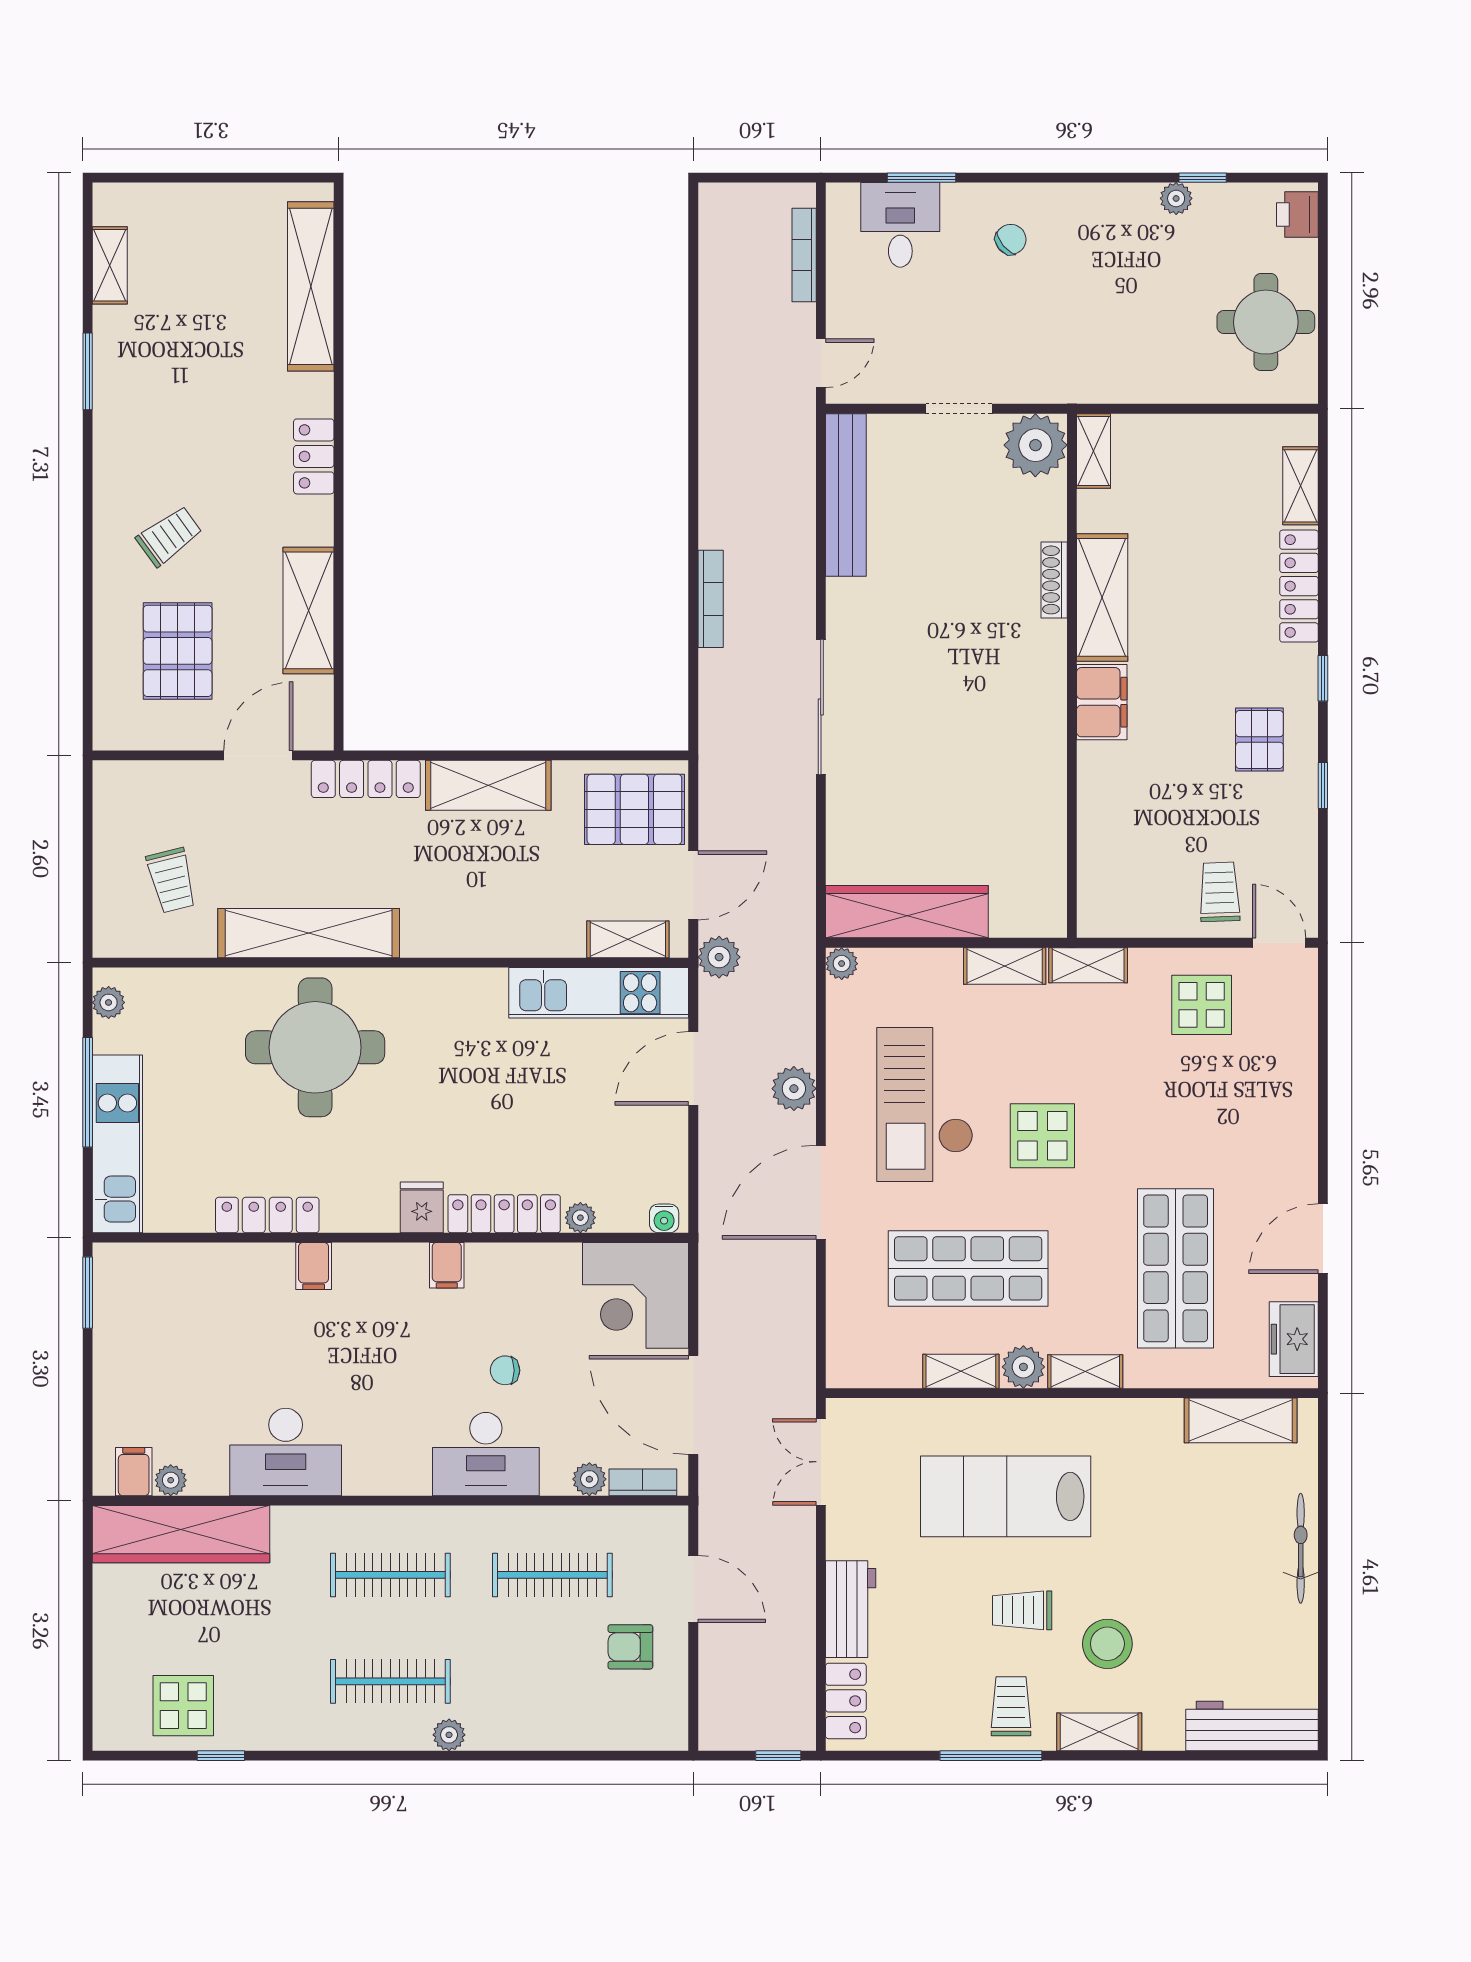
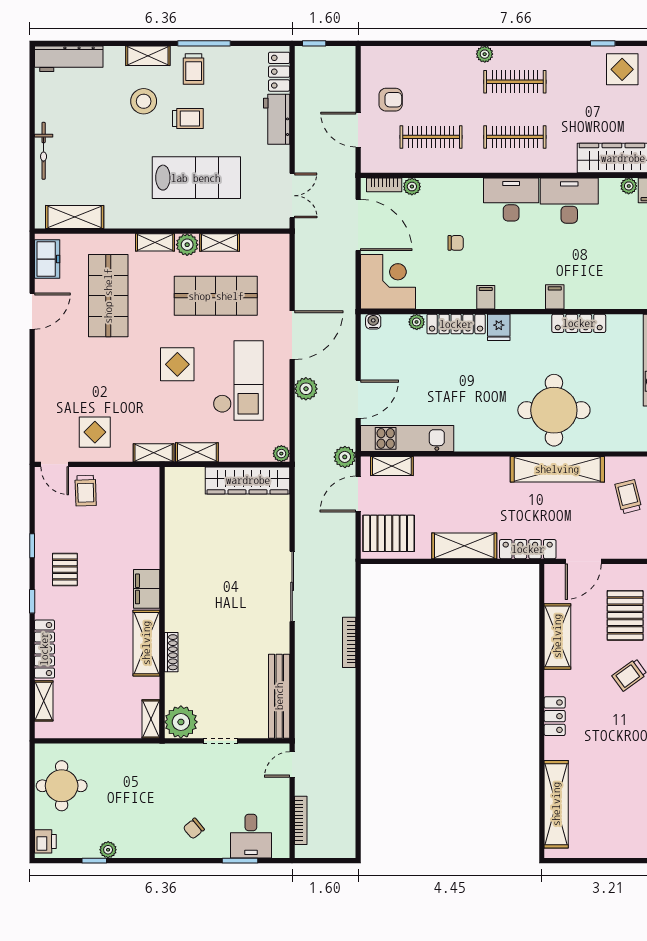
desk: (486, 1454) -> (511, 200), moved

